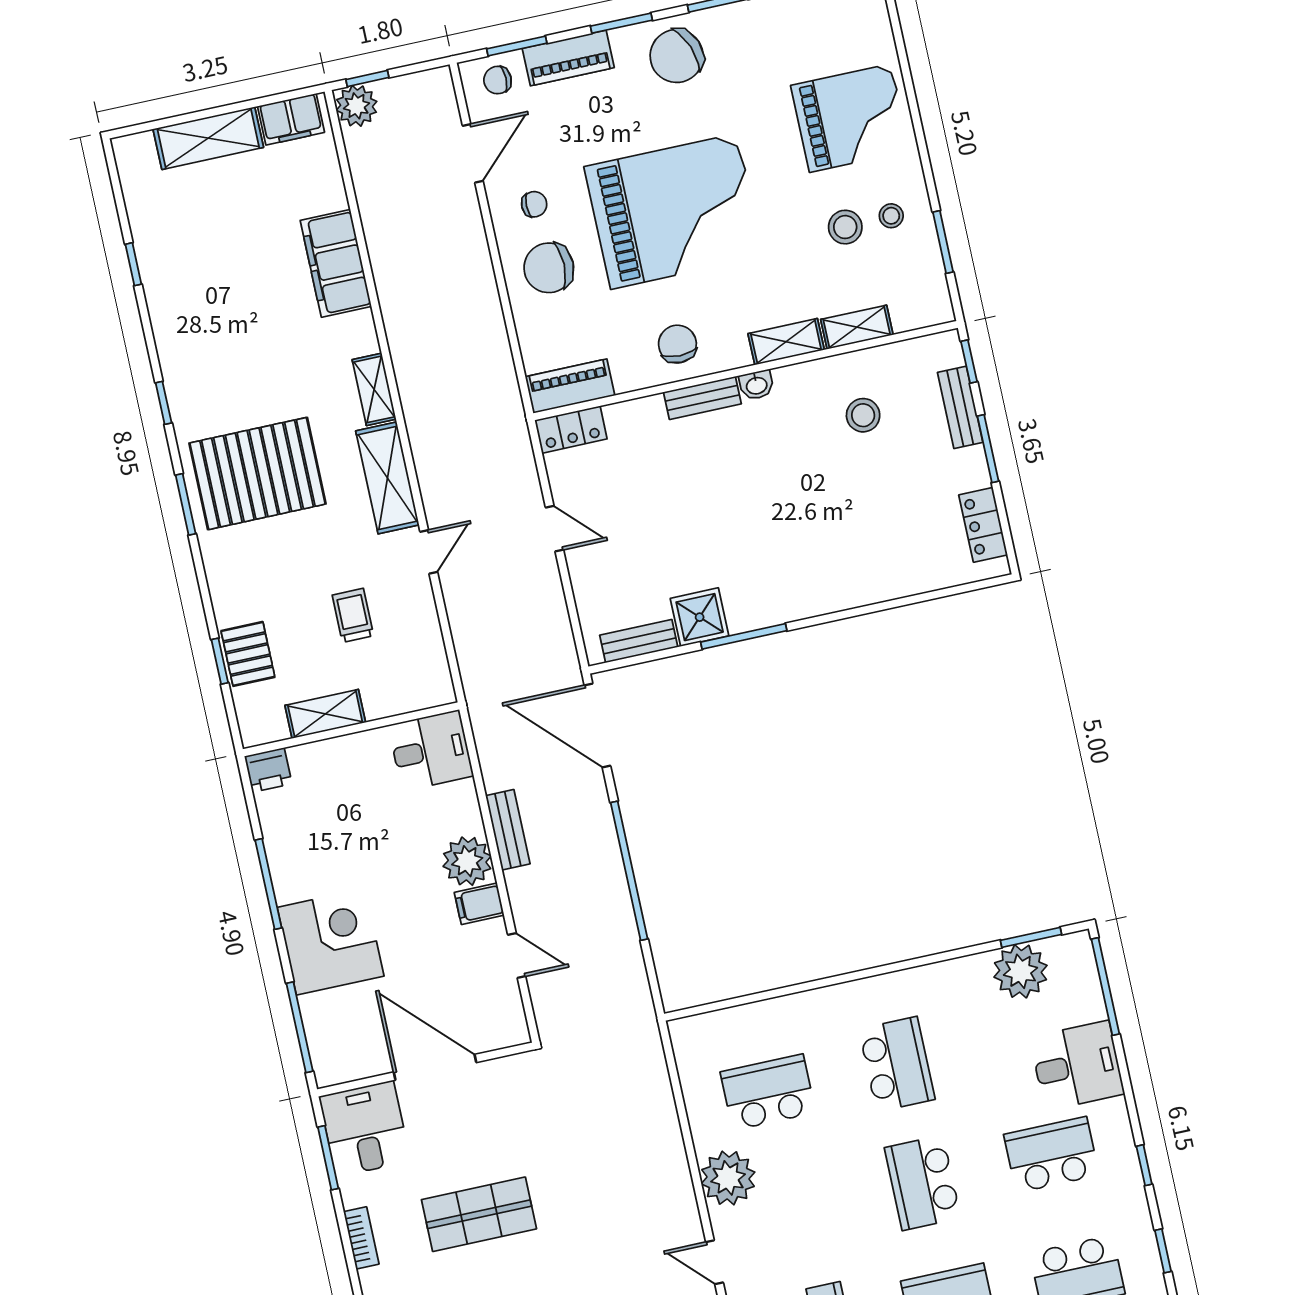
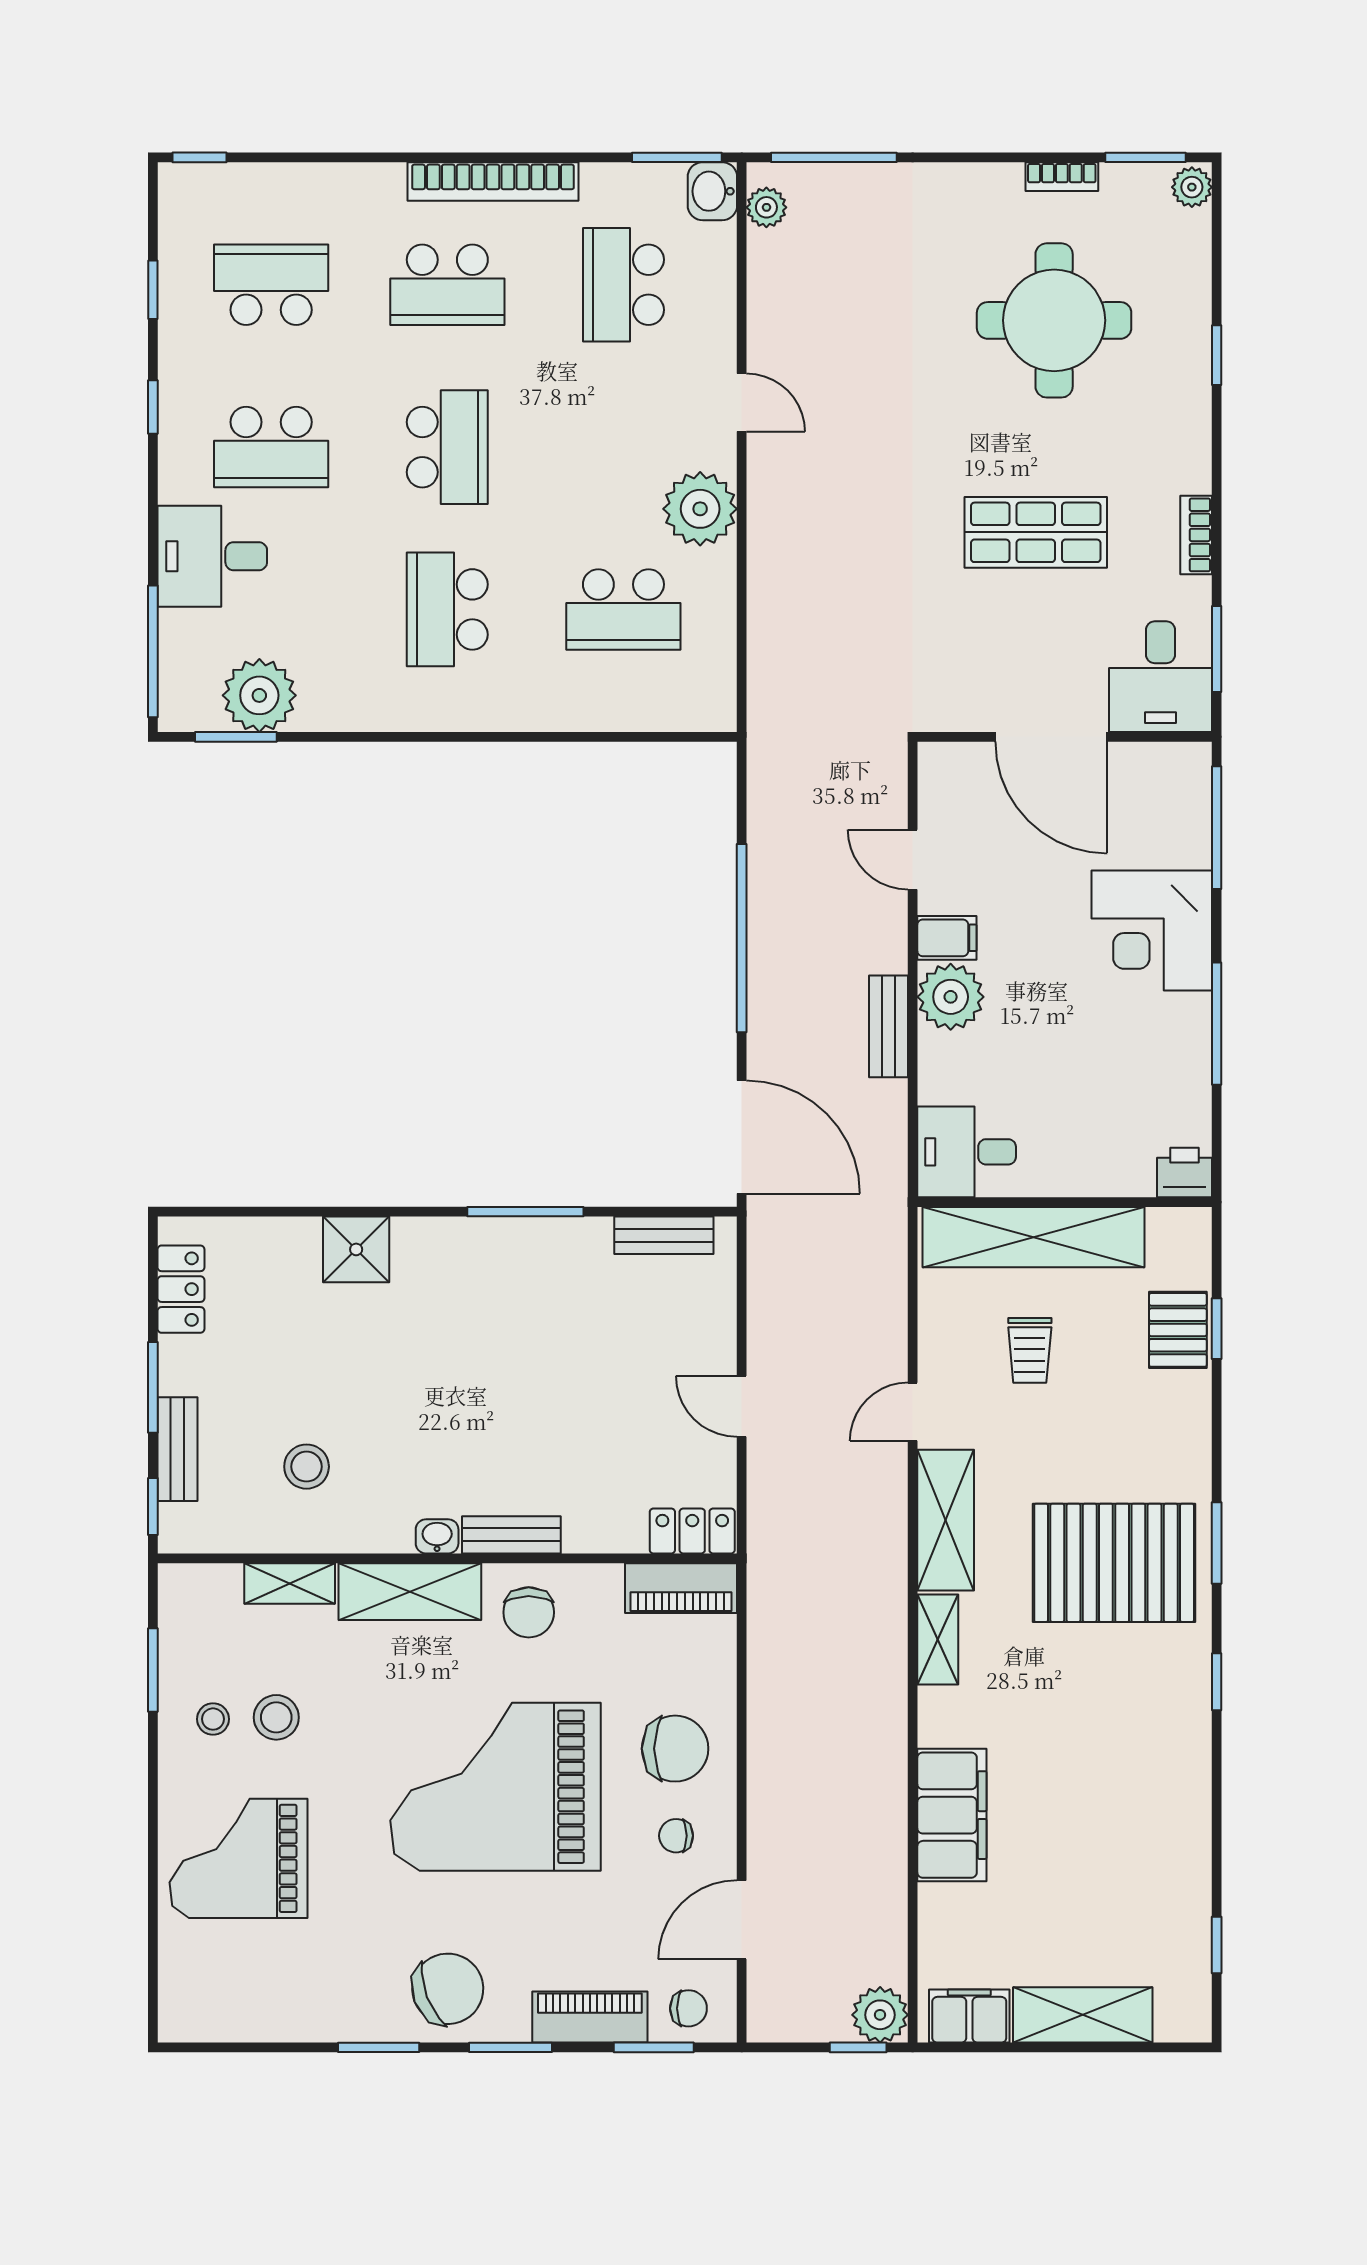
window: (133, 264) -> (1217, 1945), moved
shelving: (786, 342) -> (410, 1592), width x1.50, depth x1.33
shower: (700, 617) -> (356, 1249), moved
shelving: (325, 714) -> (1034, 1237), width x2.20, depth x1.33

